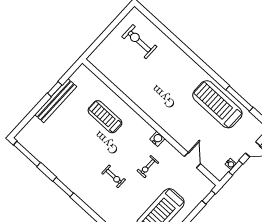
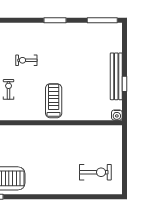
treadmill: (105, 117) -> (54, 101), moved, turned -90
water cooler: (157, 139) -> (117, 115), moved

